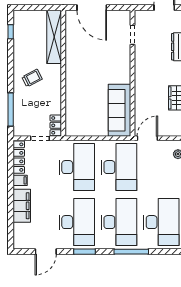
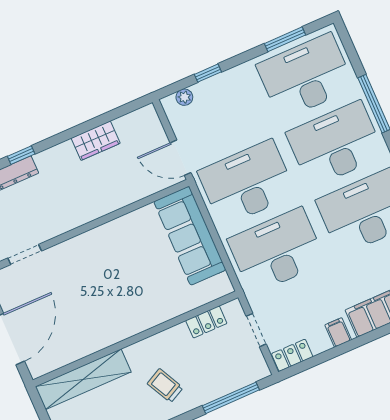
sofa: (120, 110) -> (190, 236), moved, turned 90
locker: (56, 125) -> (206, 322), moved
locker: (19, 157) -> (292, 355), width x0.66

